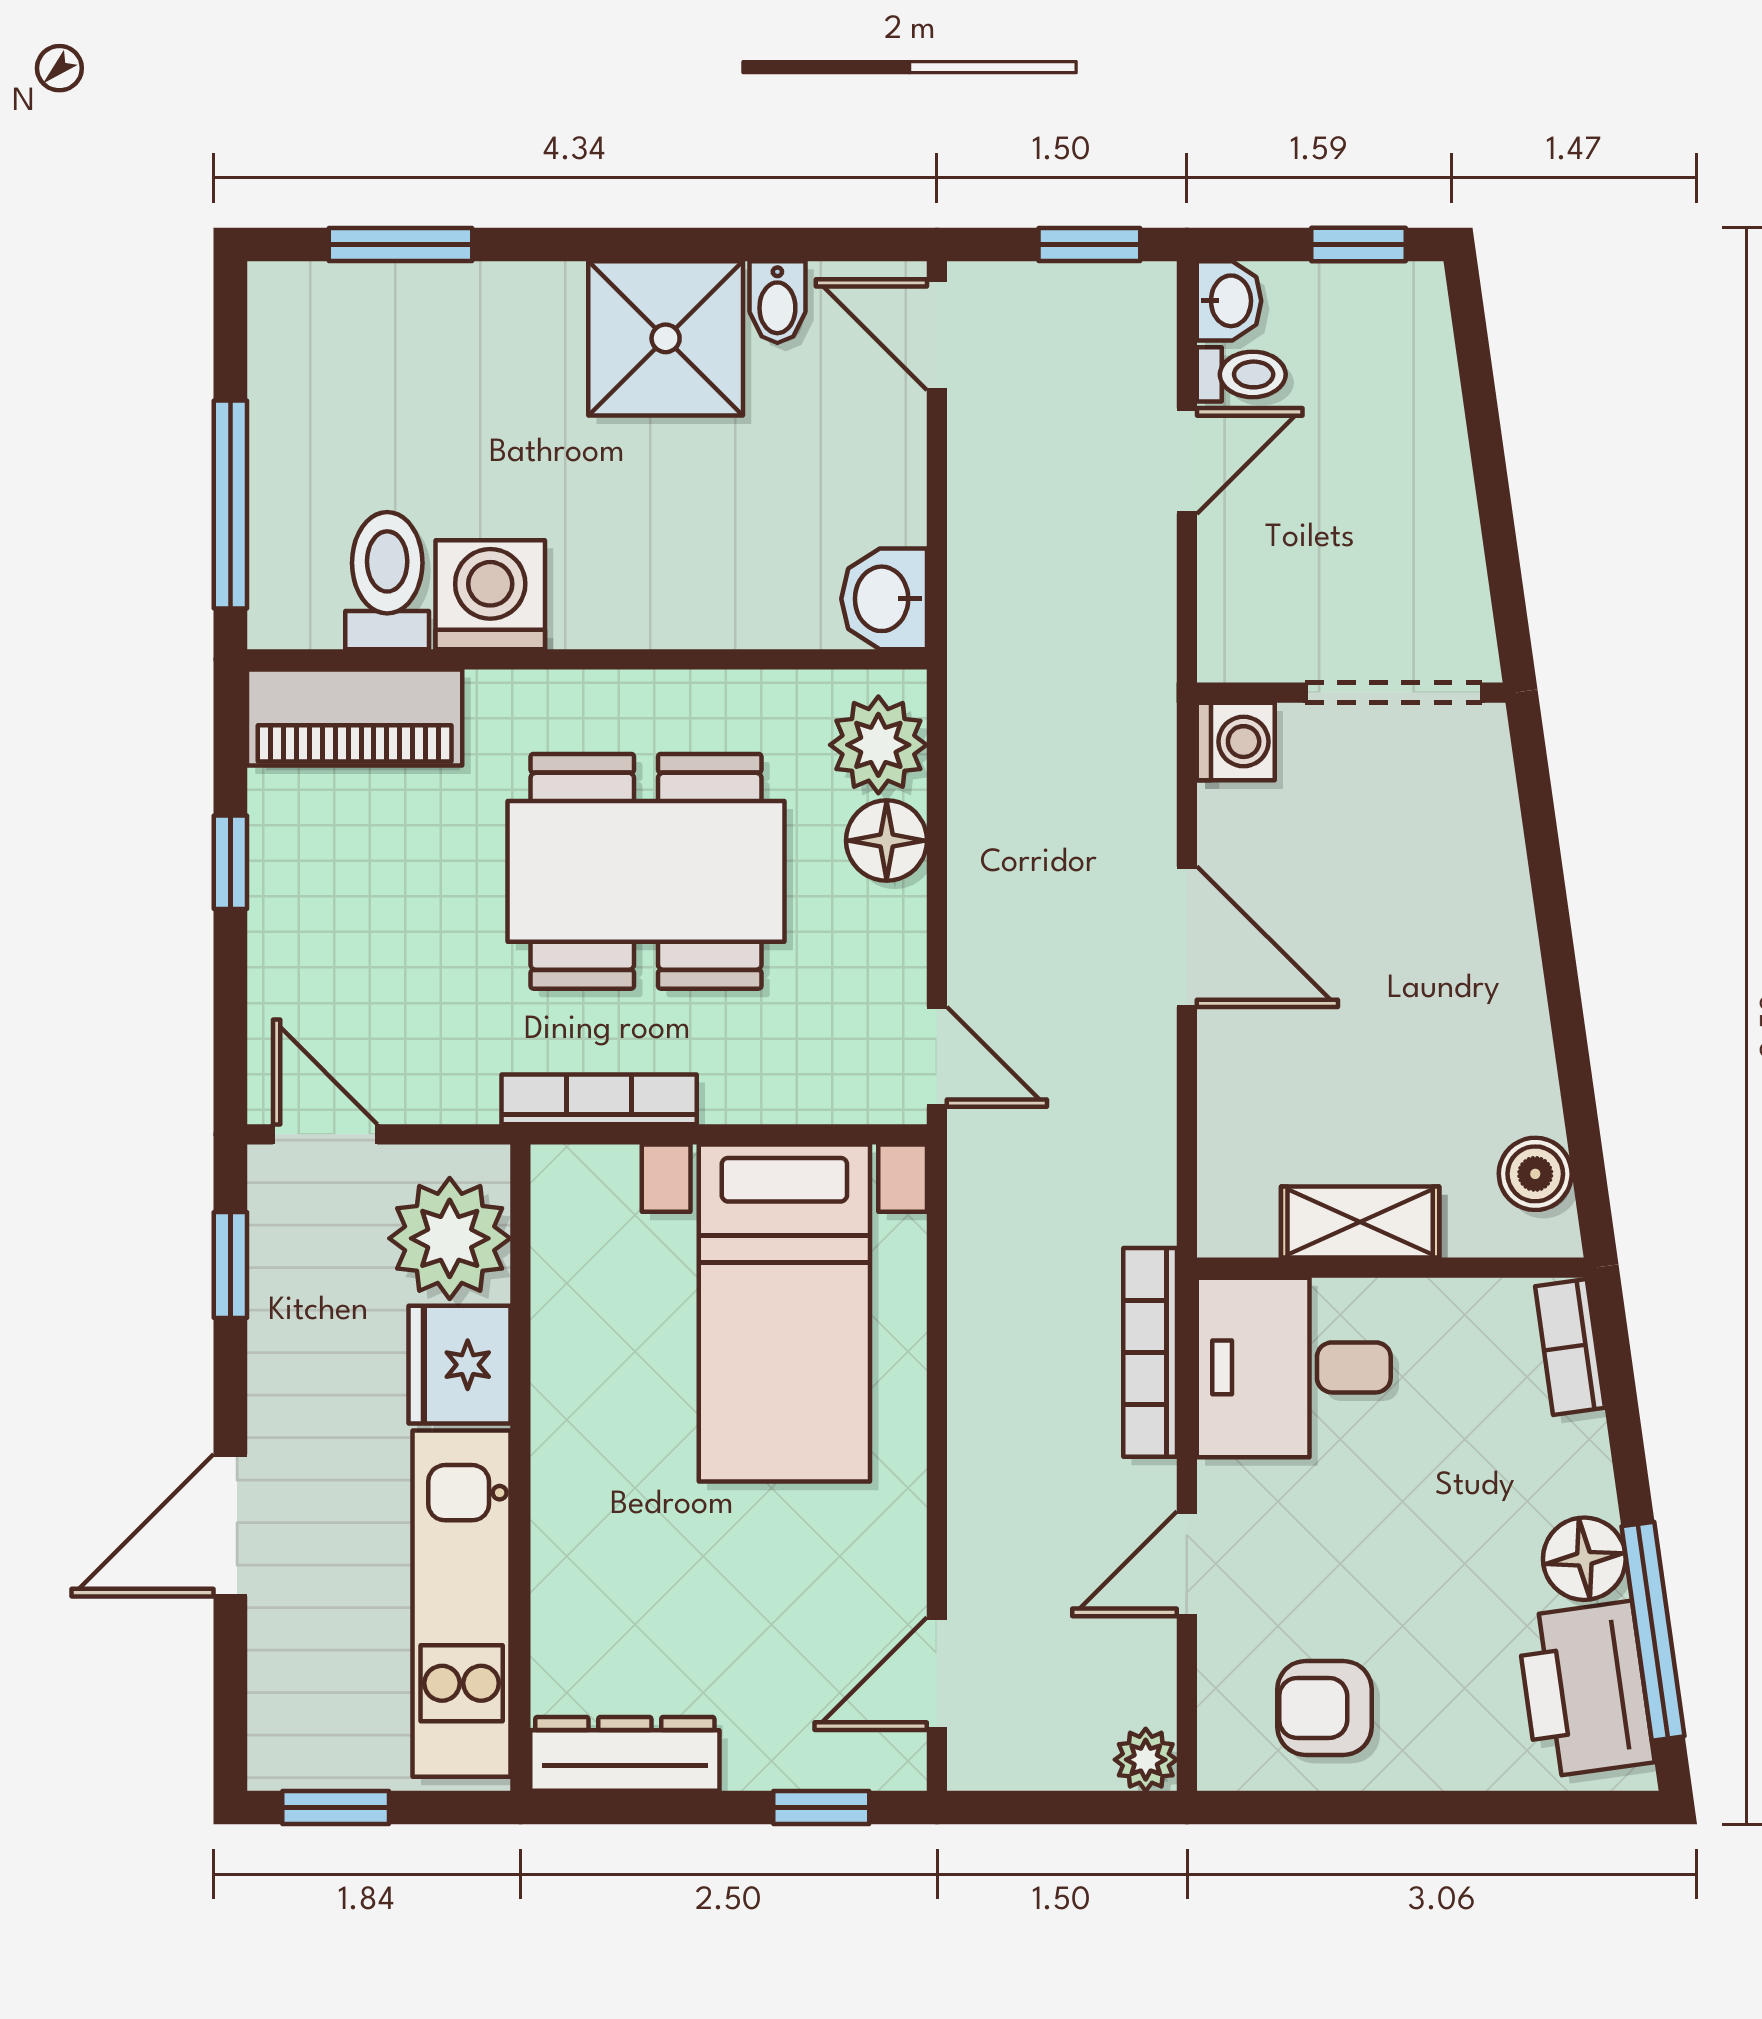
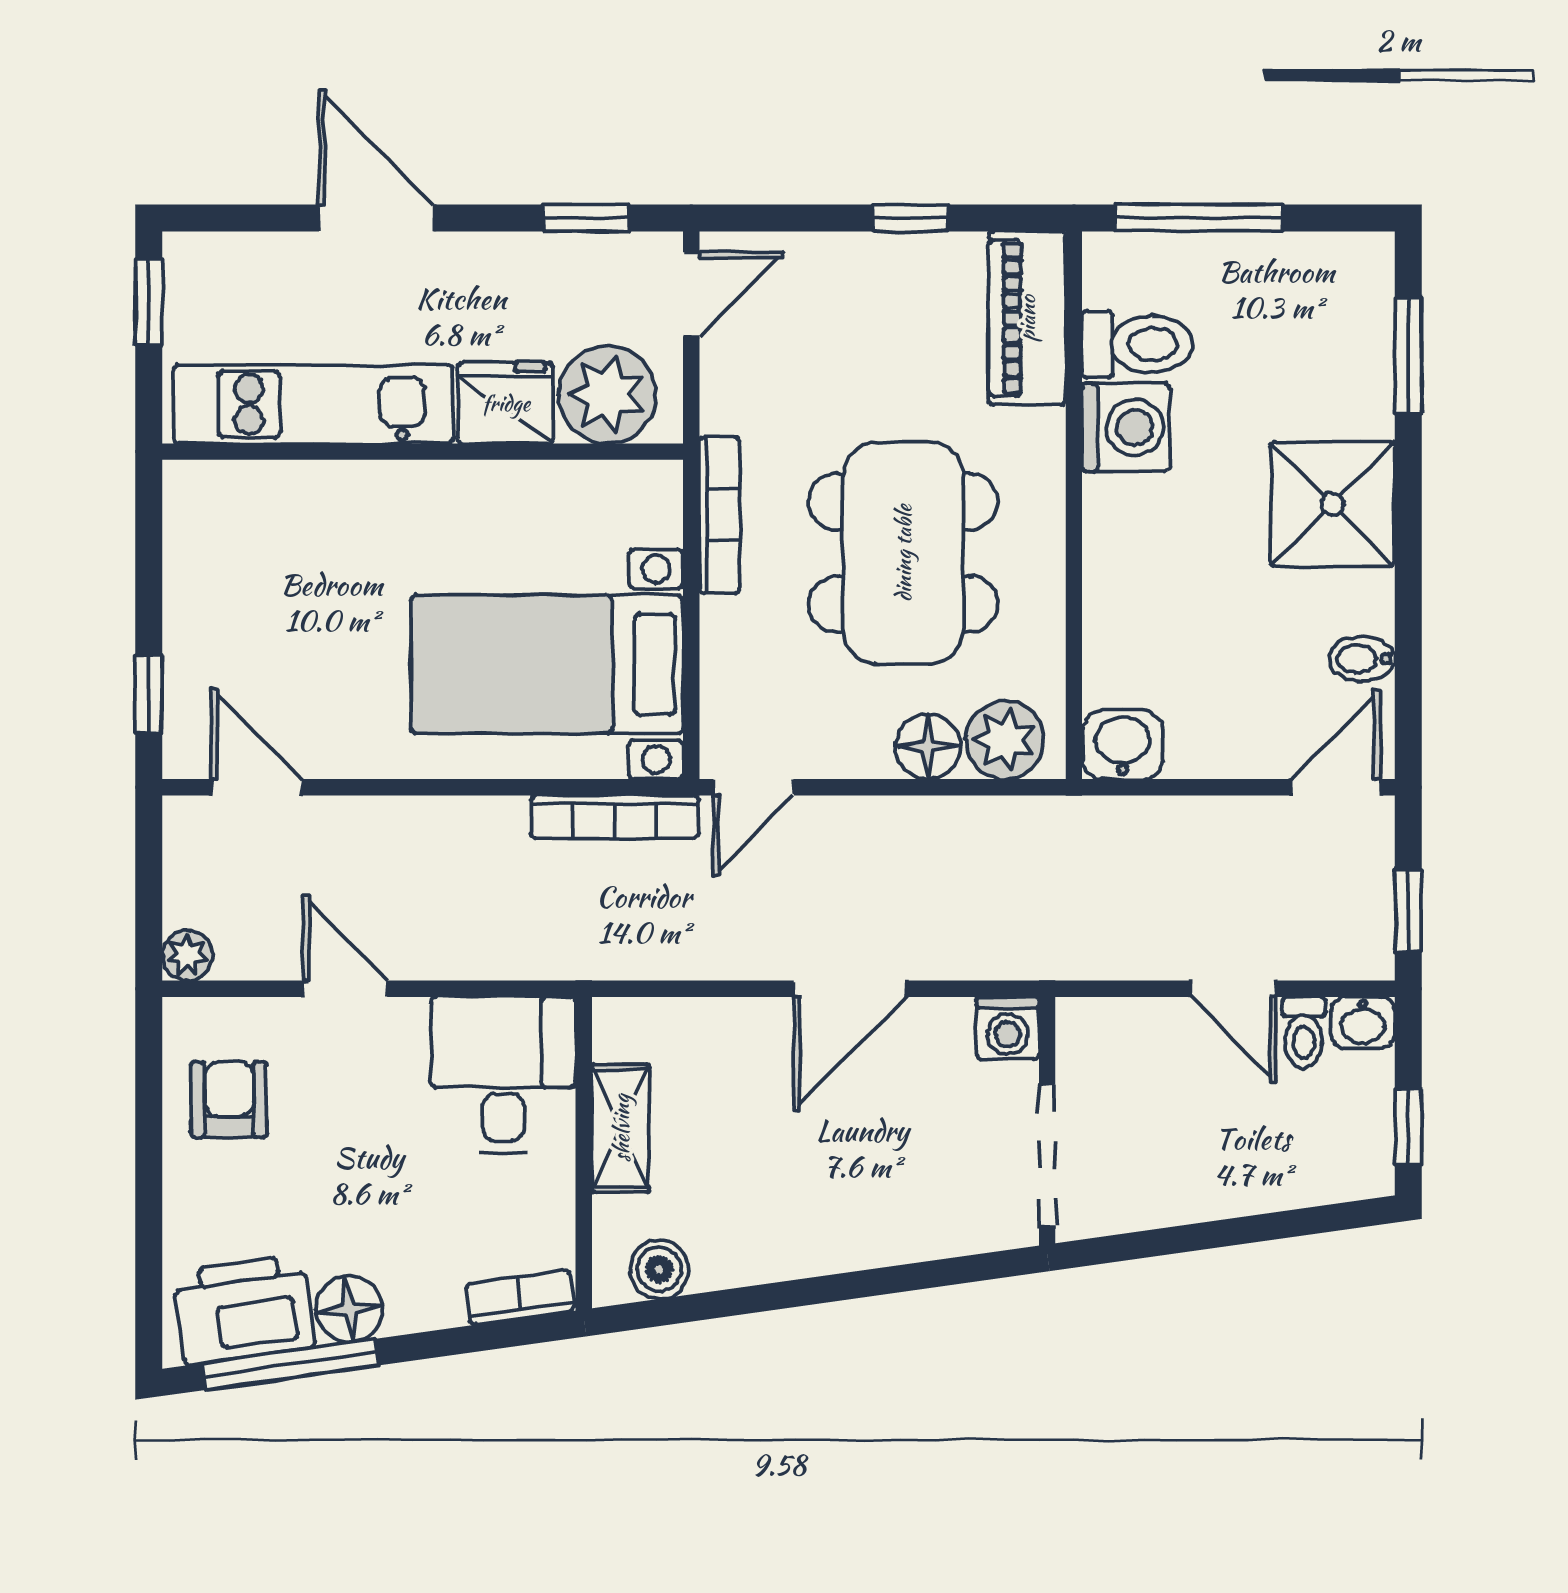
shower: (666, 338) -> (1333, 504), moved
bookcase: (1150, 1352) -> (615, 817), moved, turned 180
dresser: (625, 1754) -> (192, 536), removed

